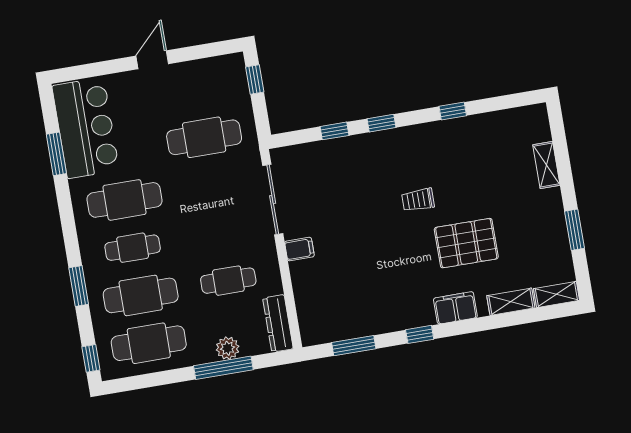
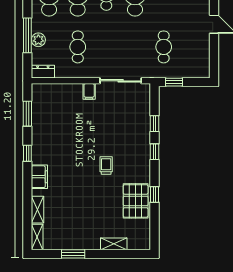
window: (255, 79) -> (174, 82), moved
cafe table: (204, 137) -> (164, 47), width x0.73, depth x0.74
pallet: (466, 243) -> (136, 201), moved
dresser: (278, 323) -> (43, 72), width x0.70

